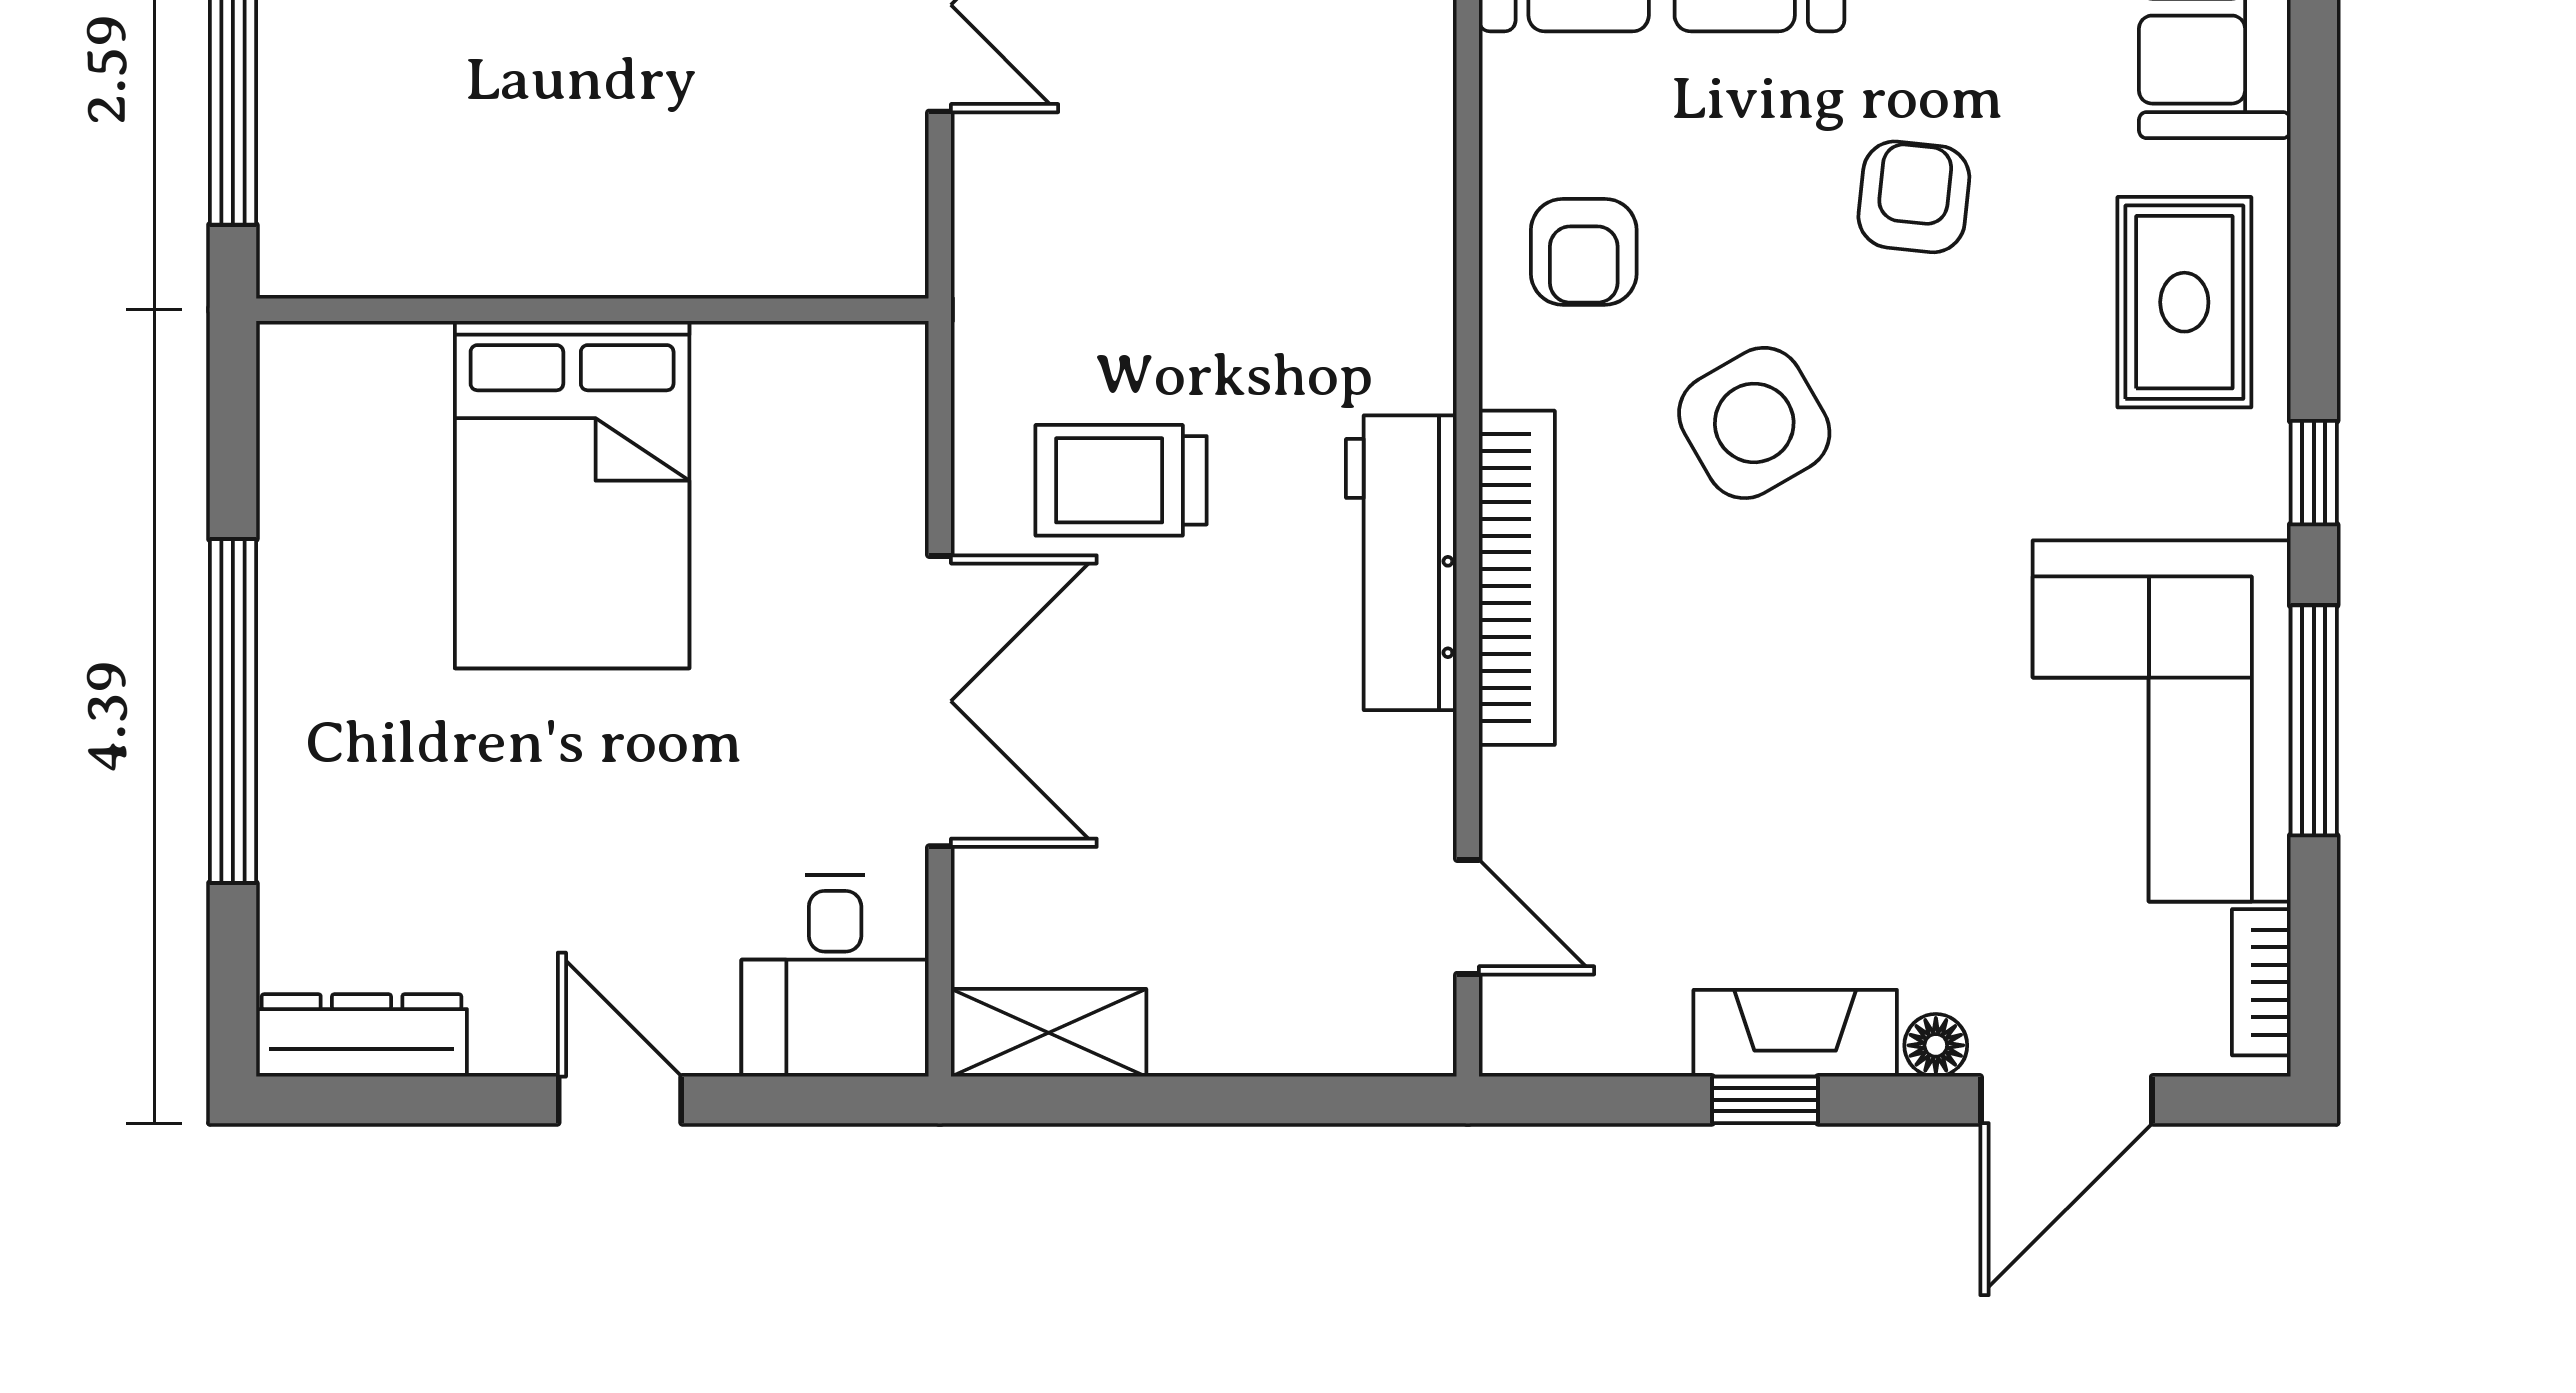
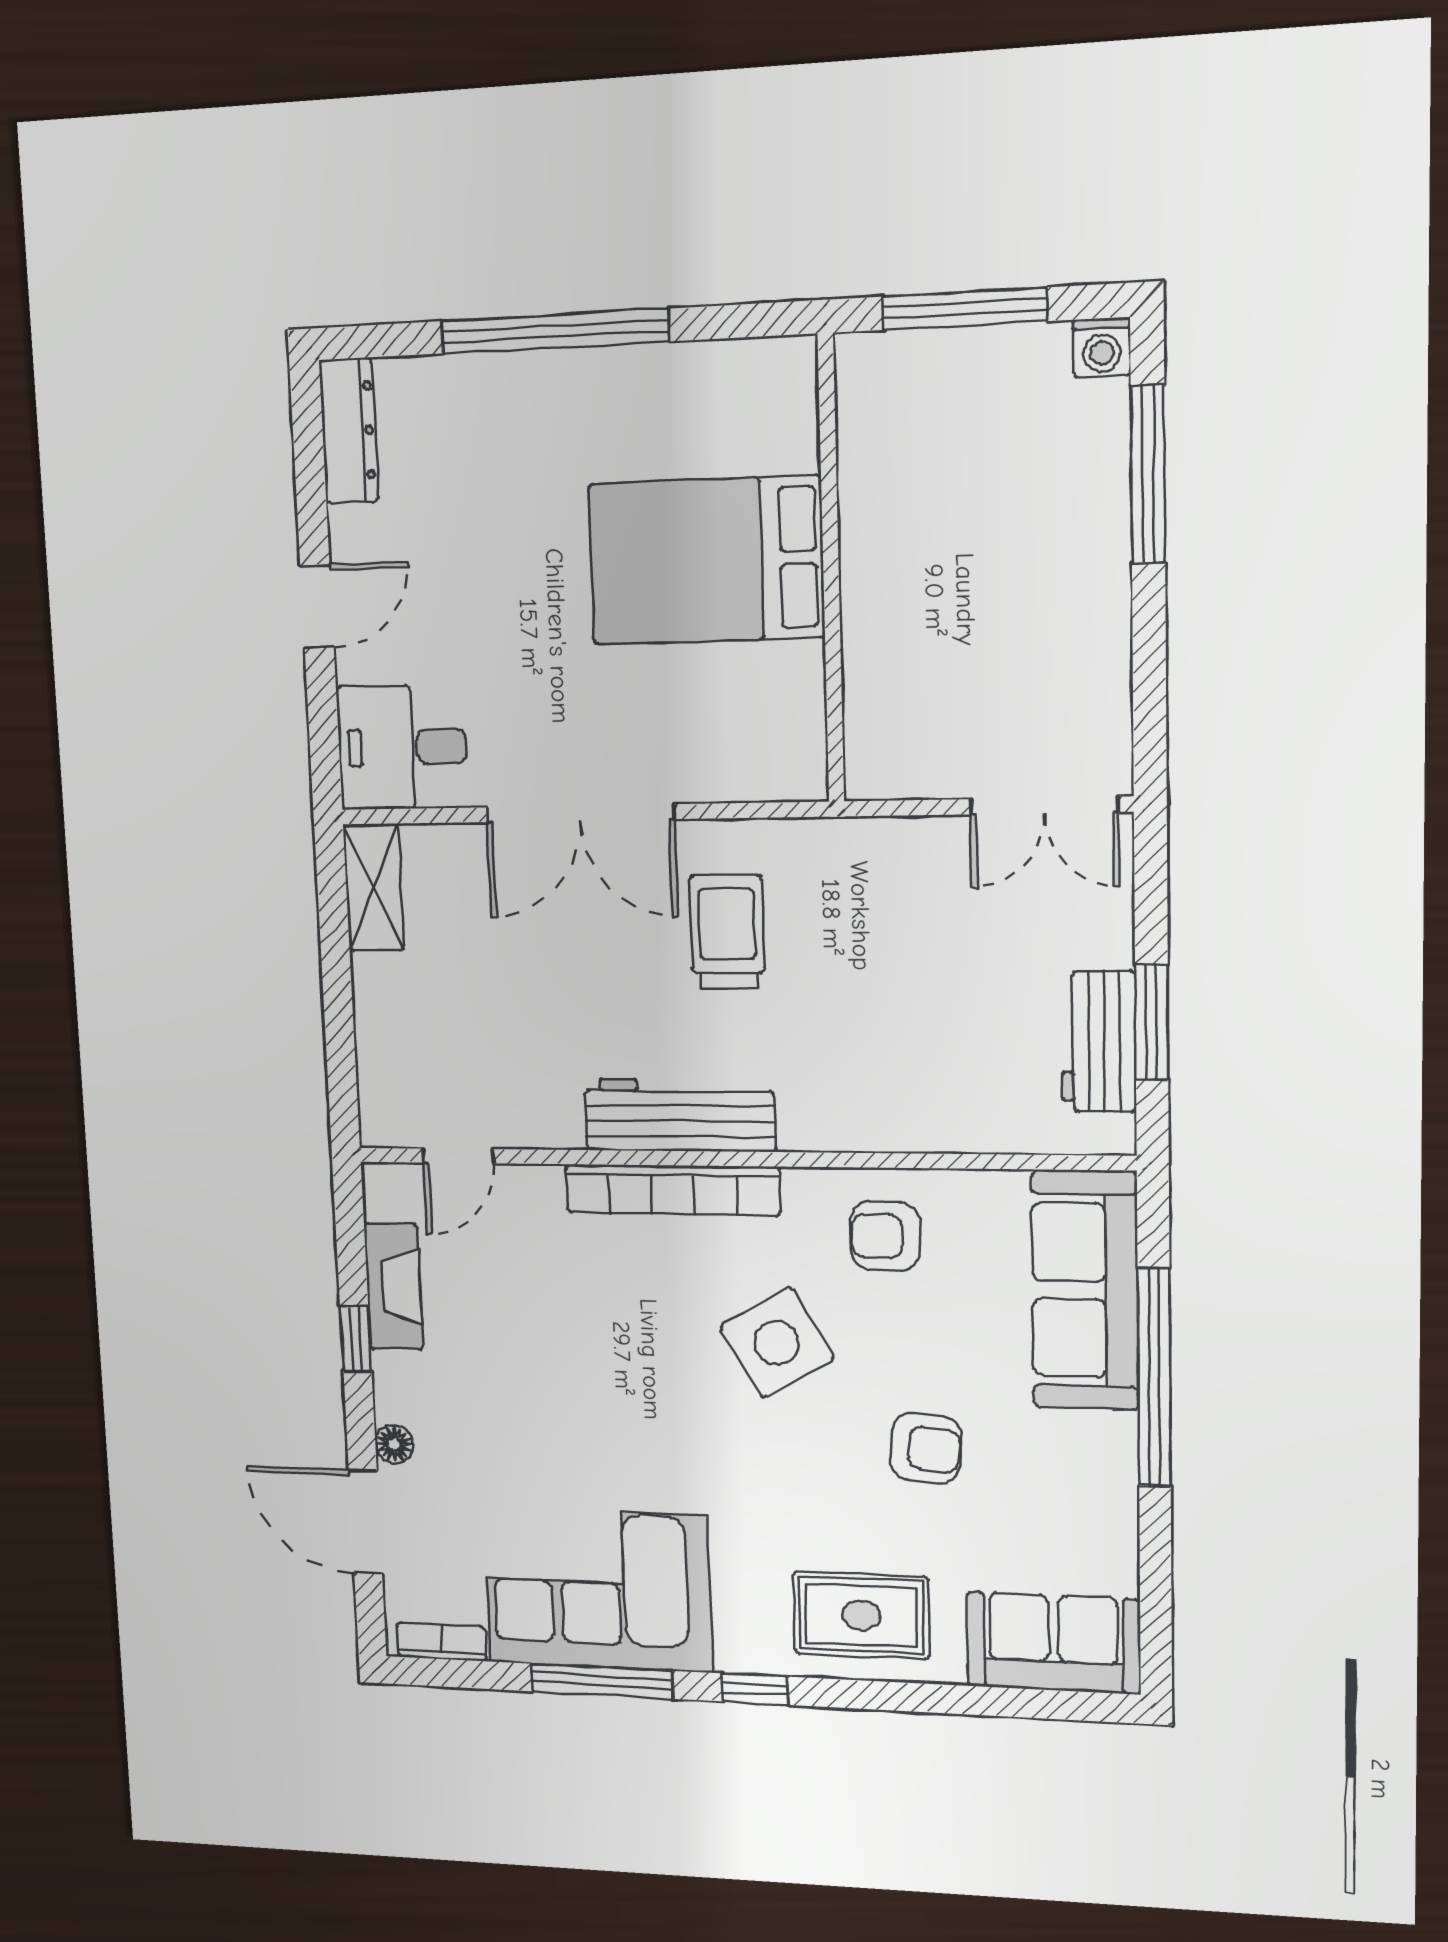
fireplace: (1795, 1033) -> (393, 1286), moved

